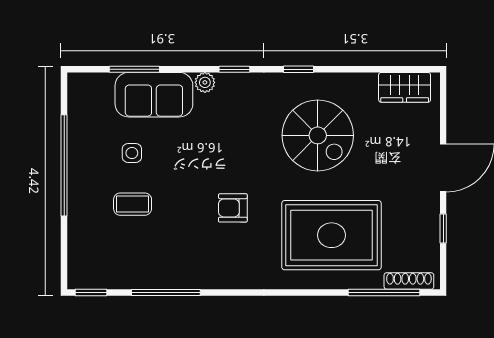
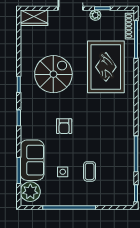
plant: (205, 82) -> (30, 192), moved, width x1.87, depth x1.87
wardrobe: (405, 87) -> (34, 18), moved, turned 90
armchair: (233, 208) -> (64, 126), moved
plant: (430, 215) -> (95, 15), added

